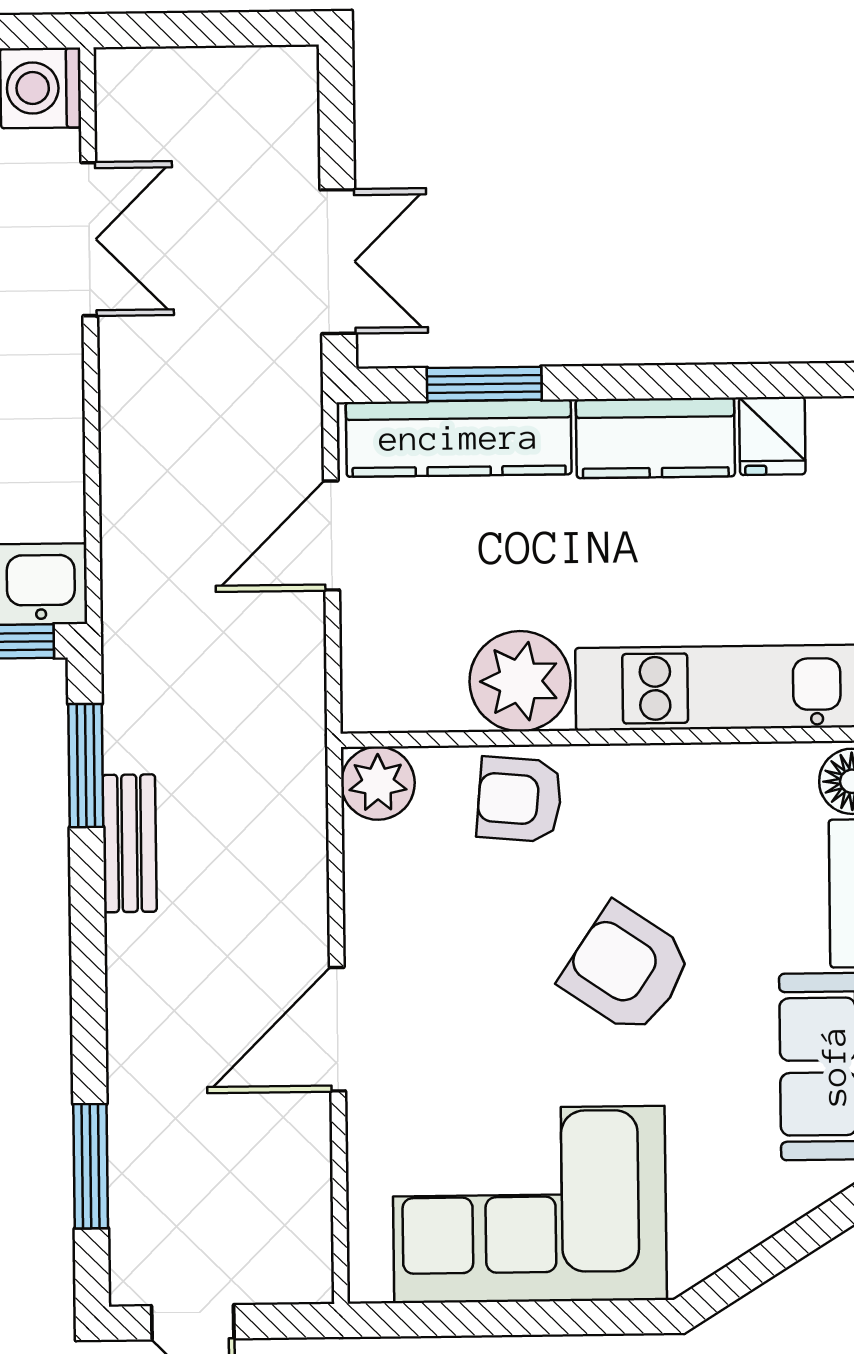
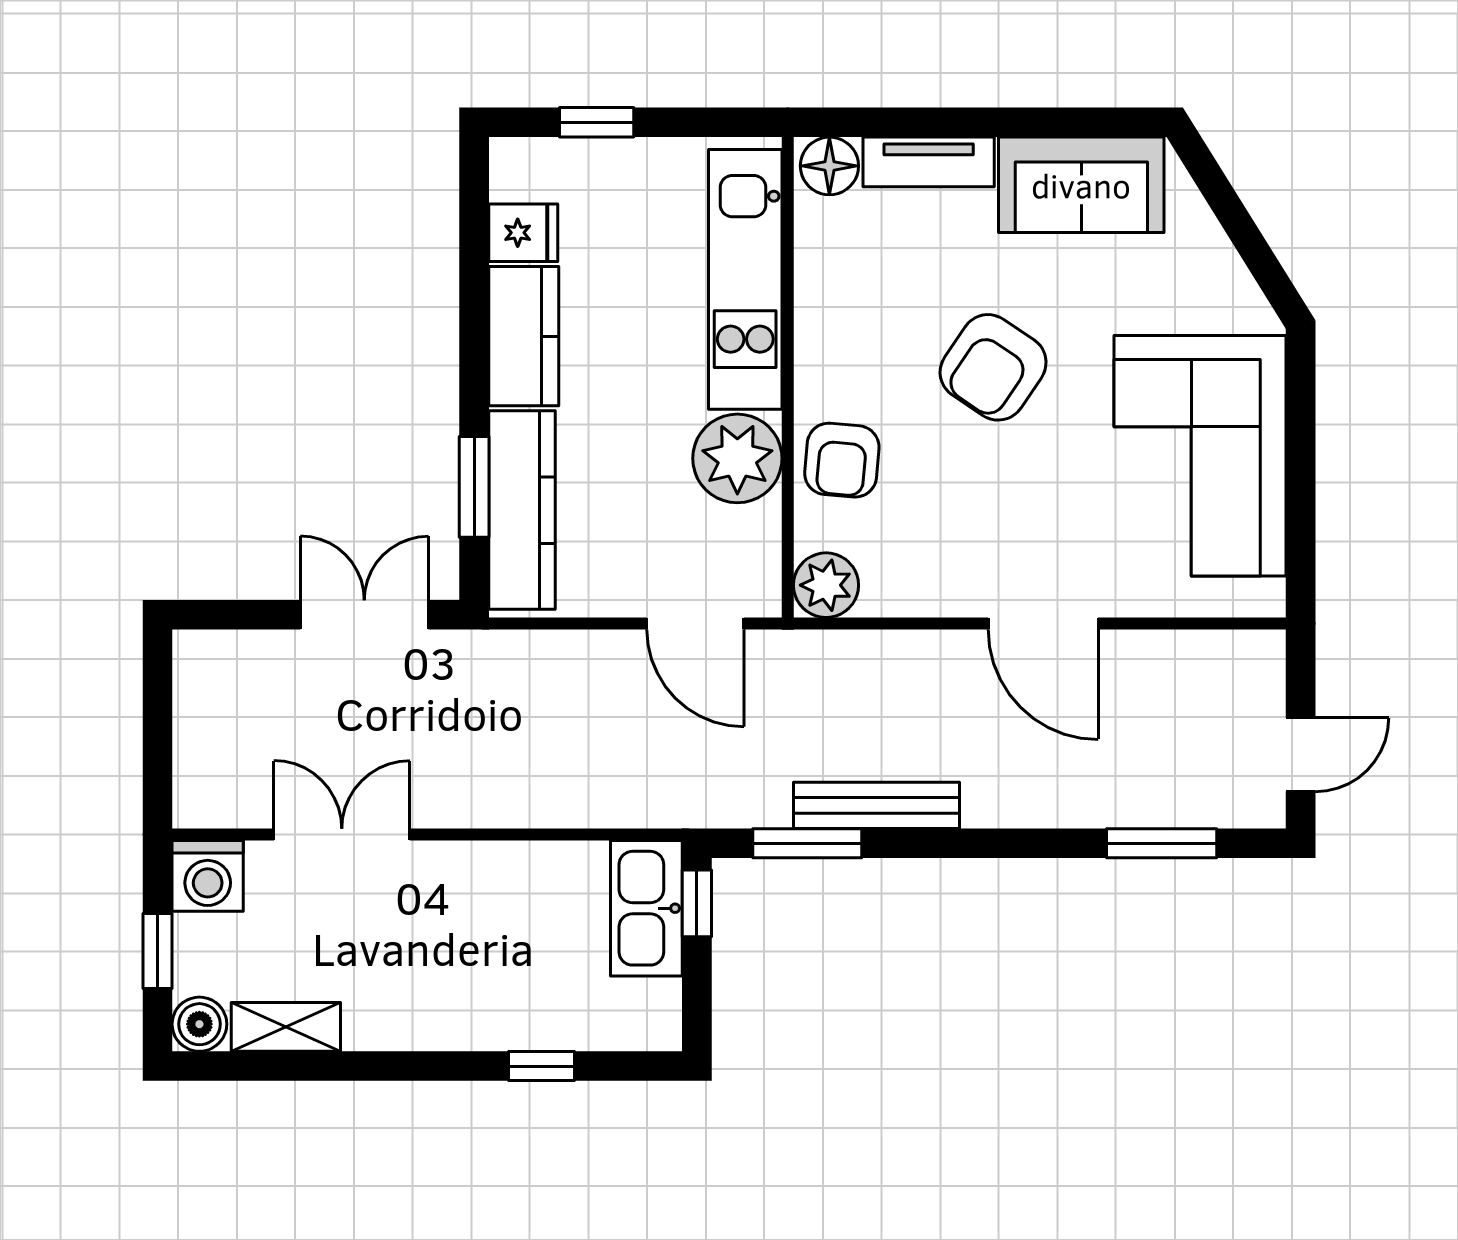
door: (332, 535) -> (695, 624), moved
bench: (130, 843) -> (876, 805), width x1.36

